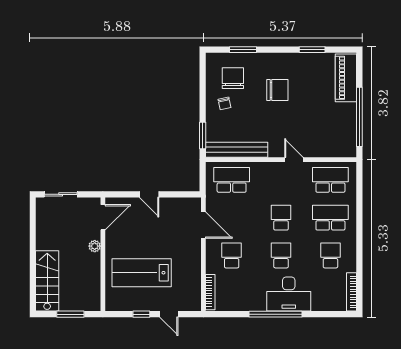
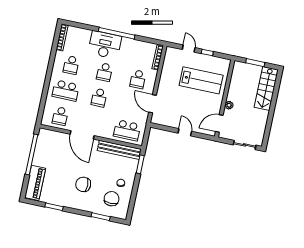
chair: (233, 78) -> (112, 199), turned 180
door: (294, 160) -> (82, 135), width x1.87
school desk: (330, 180) -> (60, 116), width x0.54

